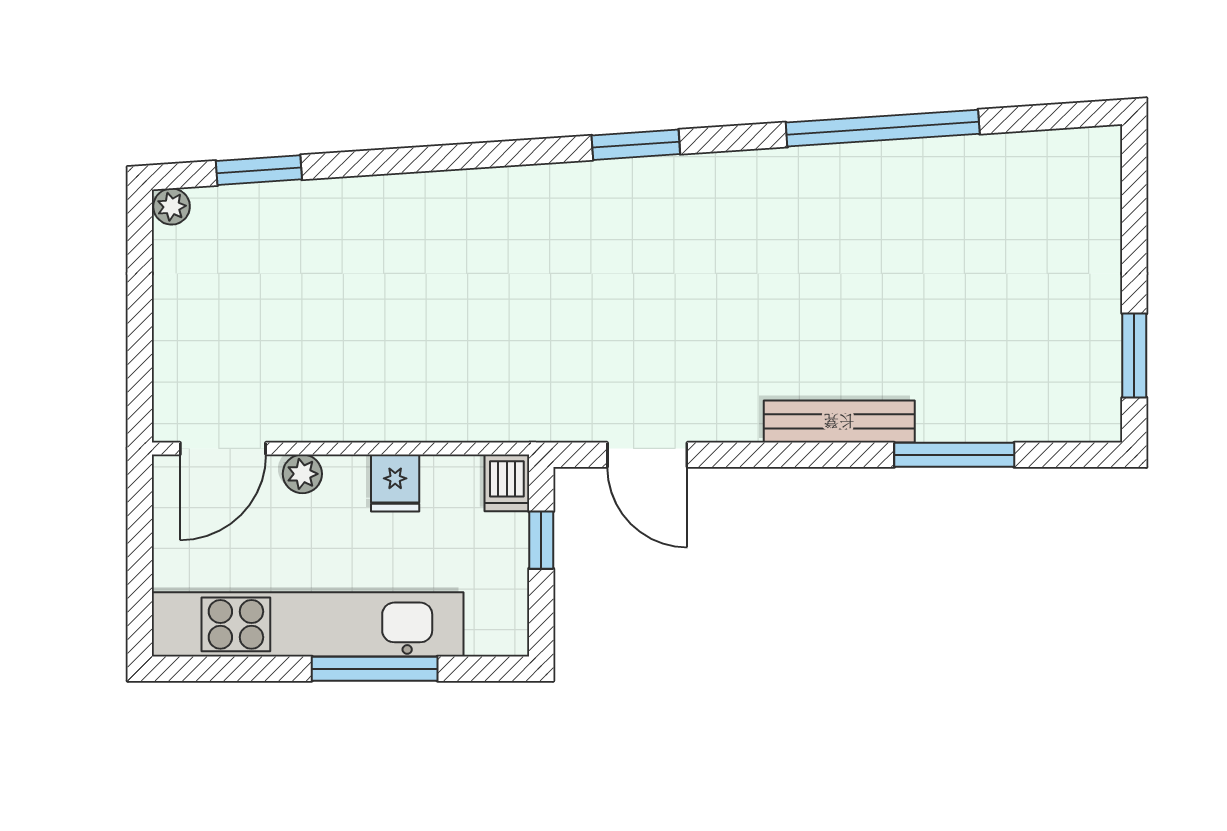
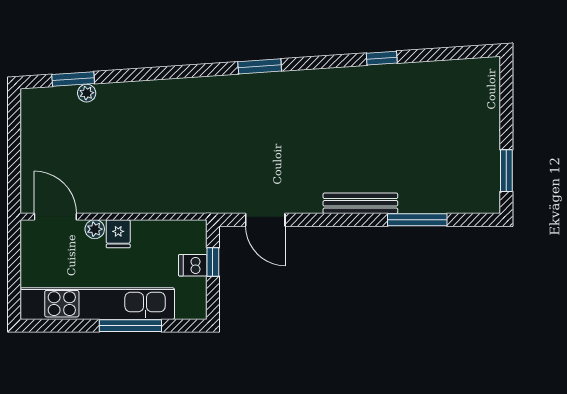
window: (883, 128) -> (382, 58), width x0.32
plant: (172, 207) -> (87, 93), moved
door: (223, 448) -> (55, 217), swing flipped
fridge: (395, 483) -> (118, 234), moved
dishwasher: (507, 483) -> (193, 265), moved, turned 90

